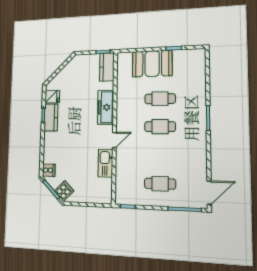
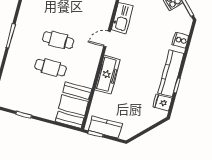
booth: (152, 64) -> (73, 105), moved, turned 90
kitchen counter: (107, 67) -> (105, 127), moved, turned -90
kitchen counter: (51, 117) -> (171, 73), width x1.50
cooker: (49, 170) -> (180, 40), moved

